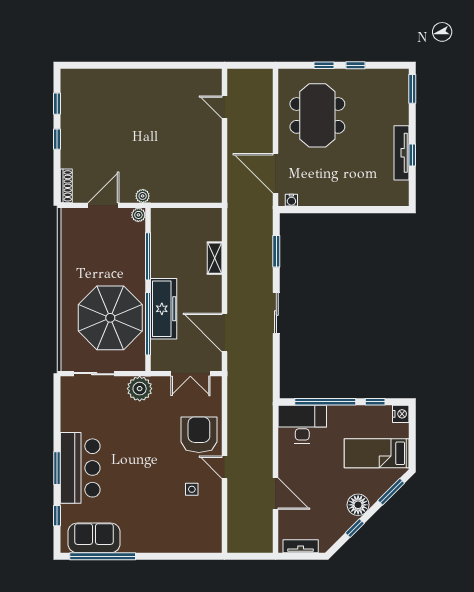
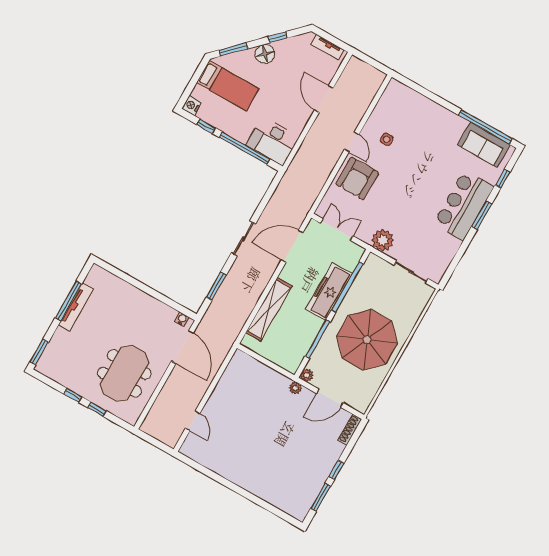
window: (57, 104) -> (321, 497), width x1.50
window: (412, 155) -> (68, 301), width x2.17
shelving: (215, 258) -> (269, 309), width x2.20, depth x1.33
parasol: (110, 318) -> (367, 340), moved
door: (224, 333) -> (292, 246), swing flipped

